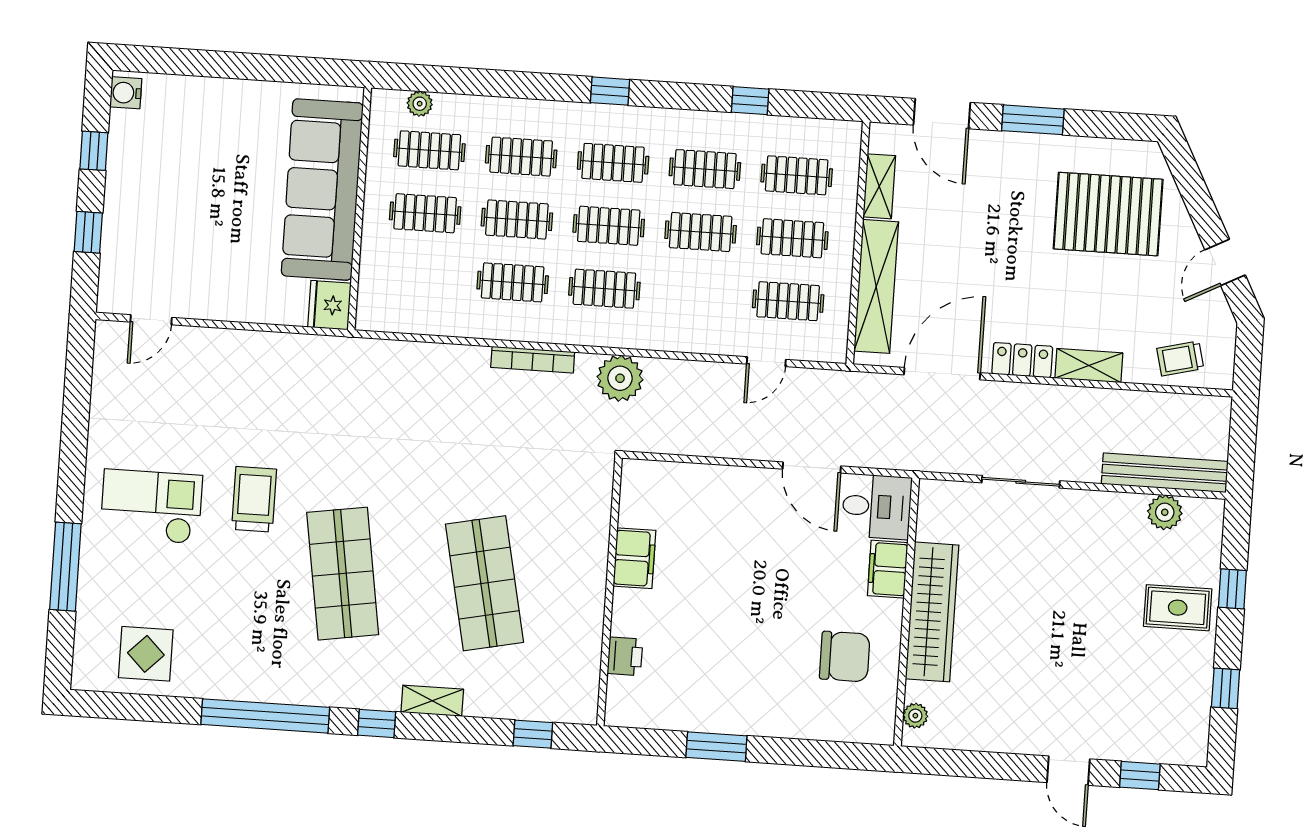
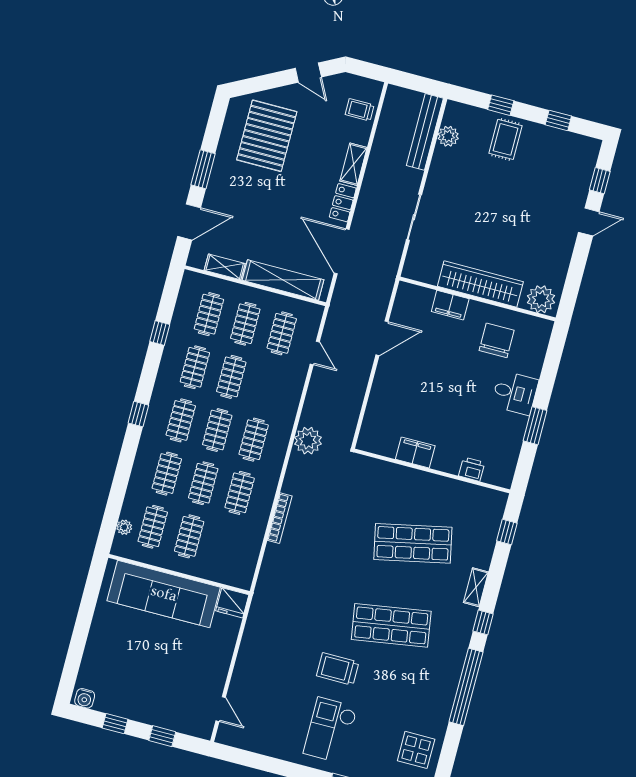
trolley: (1180, 358) -> (360, 110), turned 104
bookcase: (533, 360) -> (280, 518), moved
desk: (877, 507) -> (515, 393), moved, turned 90
plant: (915, 716) -> (541, 299), width x1.88, depth x1.88

